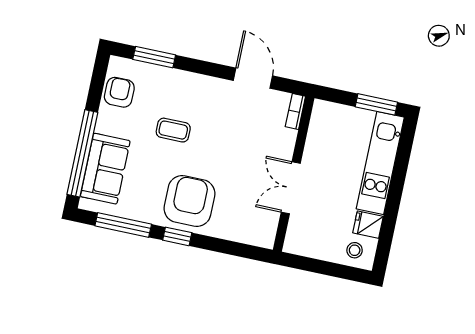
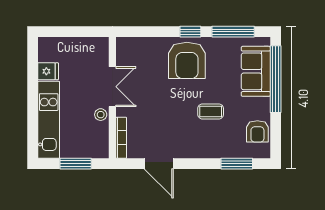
window: (376, 104) -> (76, 164), moved
bookcase: (295, 111) -> (121, 138), width x1.56
stool: (355, 250) -> (101, 115), moved

